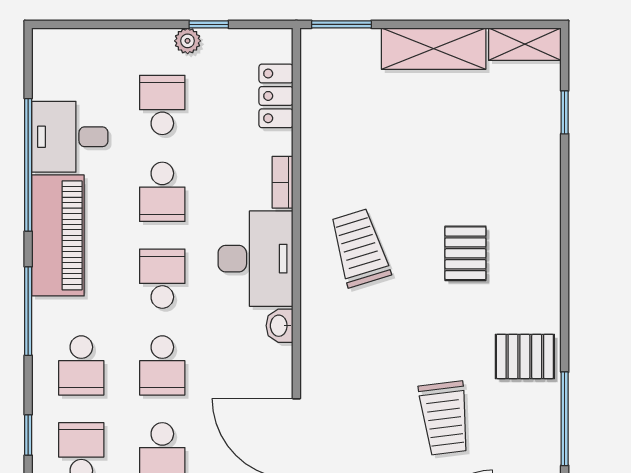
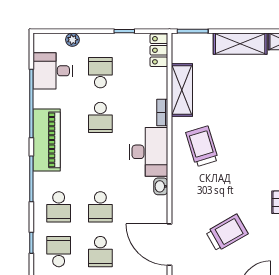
plant: (188, 41) -> (72, 40), moved
locker: (276, 96) -> (159, 50), moved
desk: (70, 137) -> (53, 71), moved
shelving: (320, 139) -> (182, 90), added
pallet: (465, 253) -> (257, 149), removed
school desk: (162, 279) -> (100, 162), removed
trolley: (445, 418) -> (227, 233), moved, turned -113

